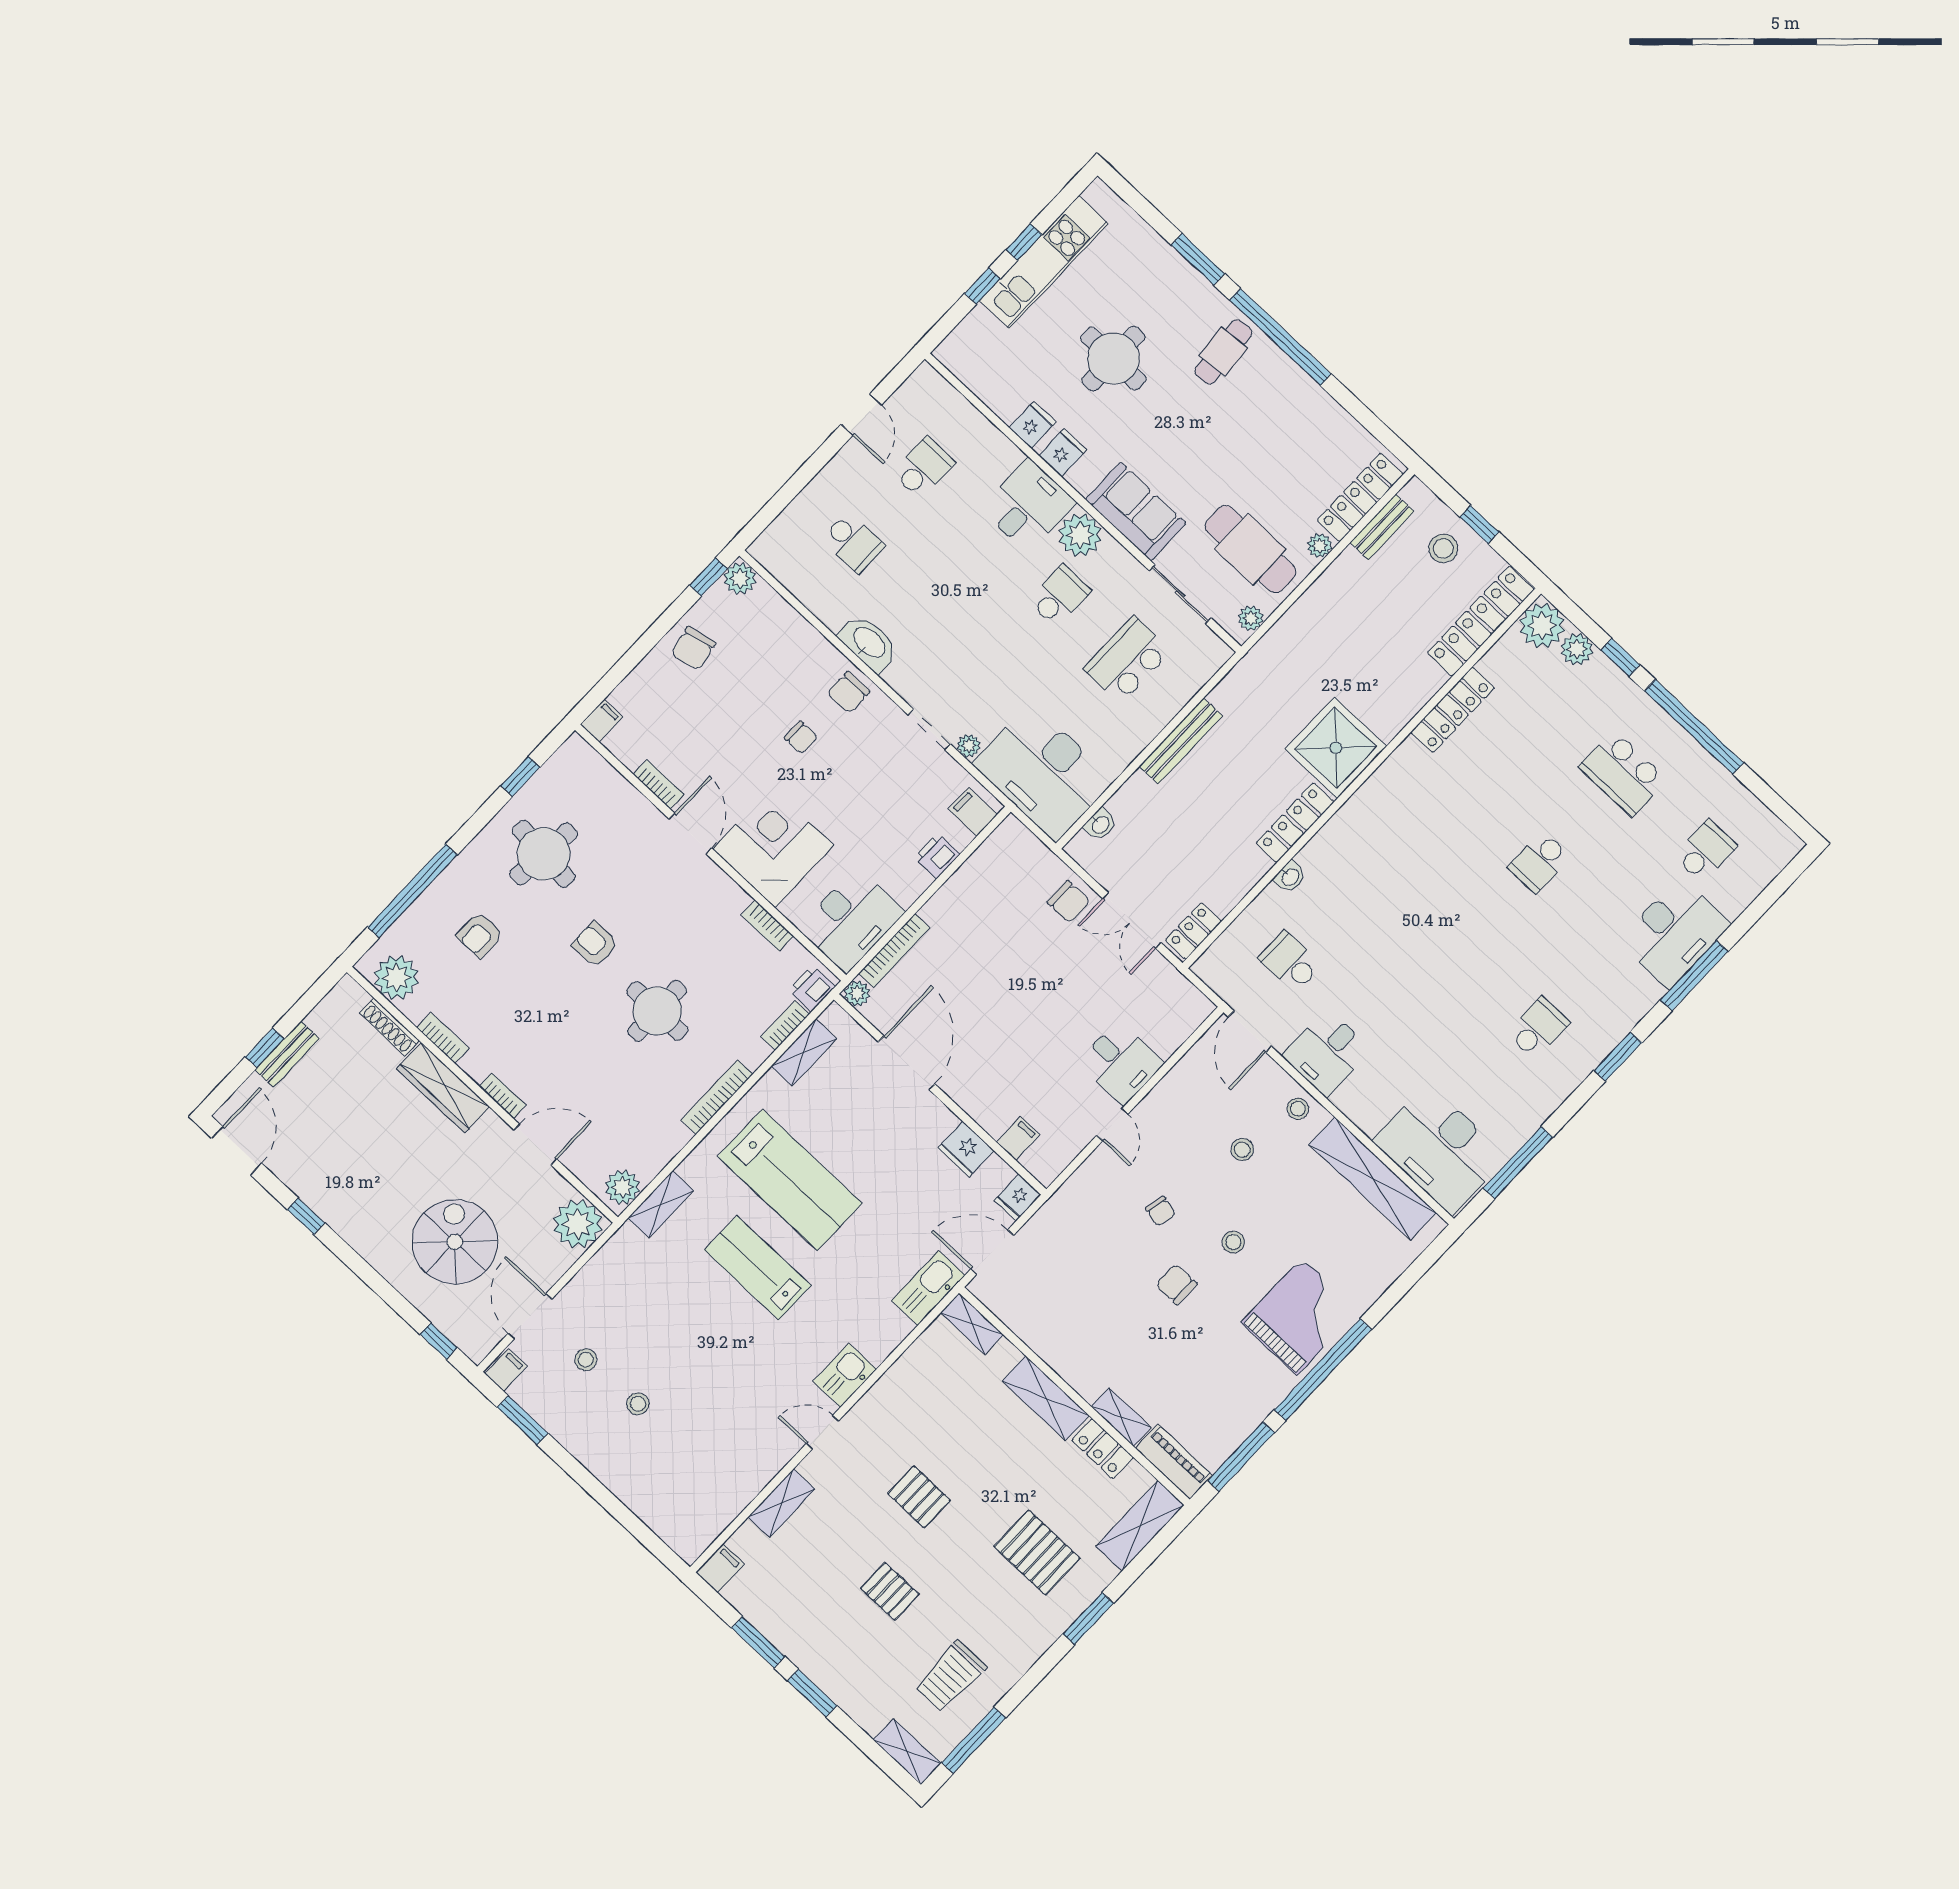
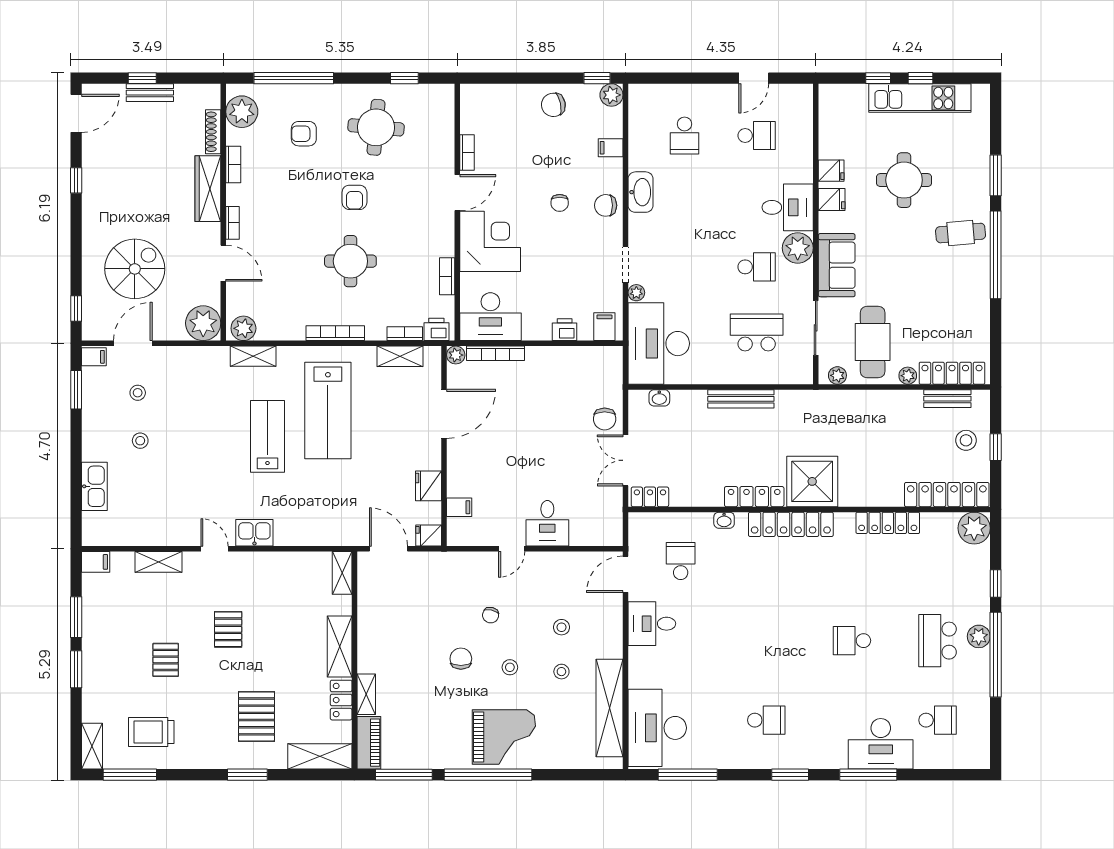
plant: (1577, 649) -> (979, 636), moved
filing cabinet: (601, 721) -> (611, 148), moved, turned 180
locker: (1359, 812) -> (791, 524), added
armchair: (595, 944) -> (354, 197), turned 180
stool: (1298, 1109) -> (561, 672), moved
kitchen sink: (928, 1288) -> (94, 486), moved, turned 90

